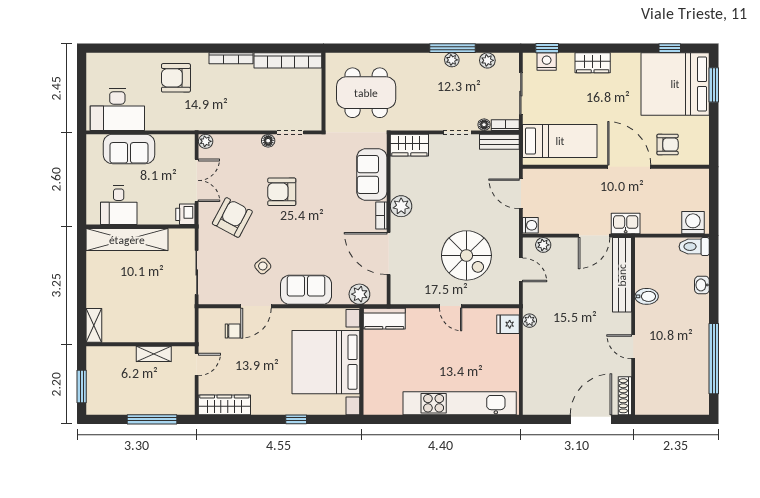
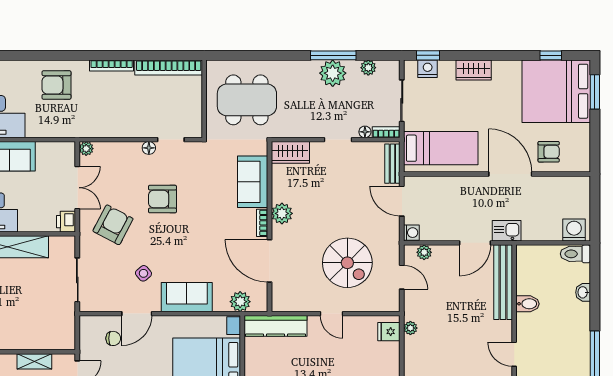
plant: (452, 60) -> (333, 73), width x1.88, depth x1.88
bench: (499, 142) -> (392, 164), moved, turned 90
kitchen counter: (384, 319) -> (276, 326), width x1.50

